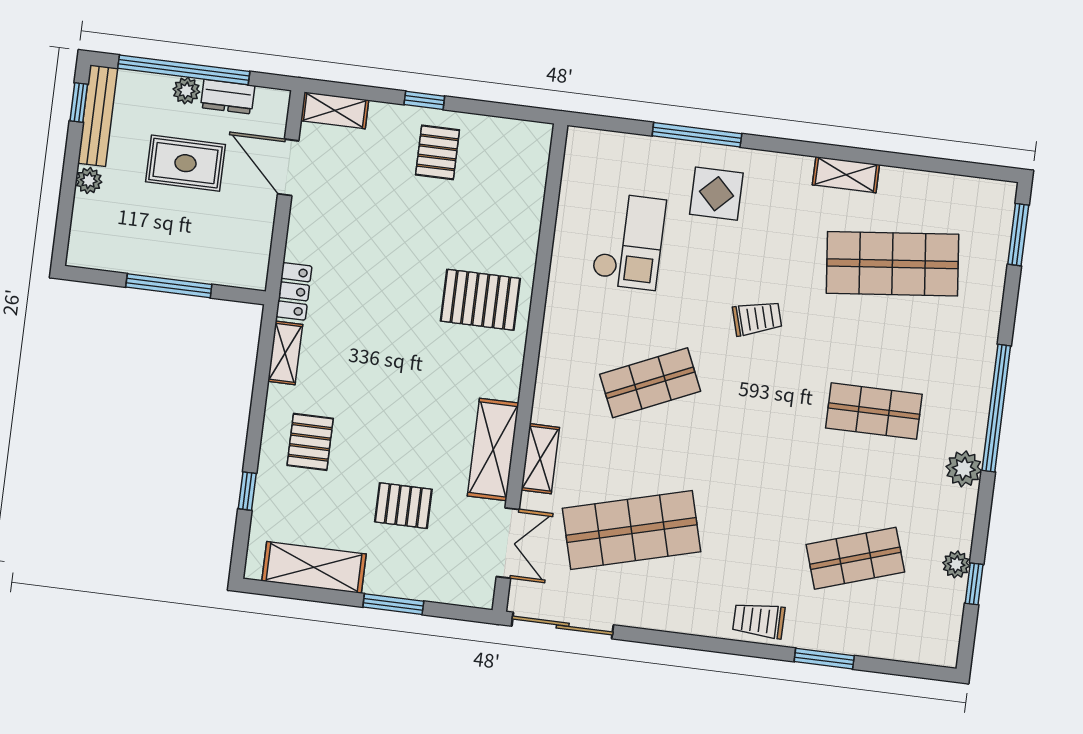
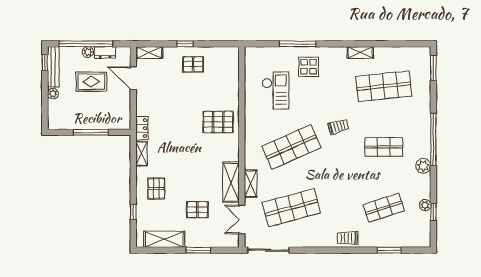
pallet: (438, 152) -> (193, 64), turned 90
trolley: (757, 318) -> (338, 127), moved
shop shelf: (650, 383) -> (291, 147), width x1.43, depth x1.36
double door: (508, 543) -> (242, 219), swing flipped
window: (824, 659) -> (389, 250), moved

